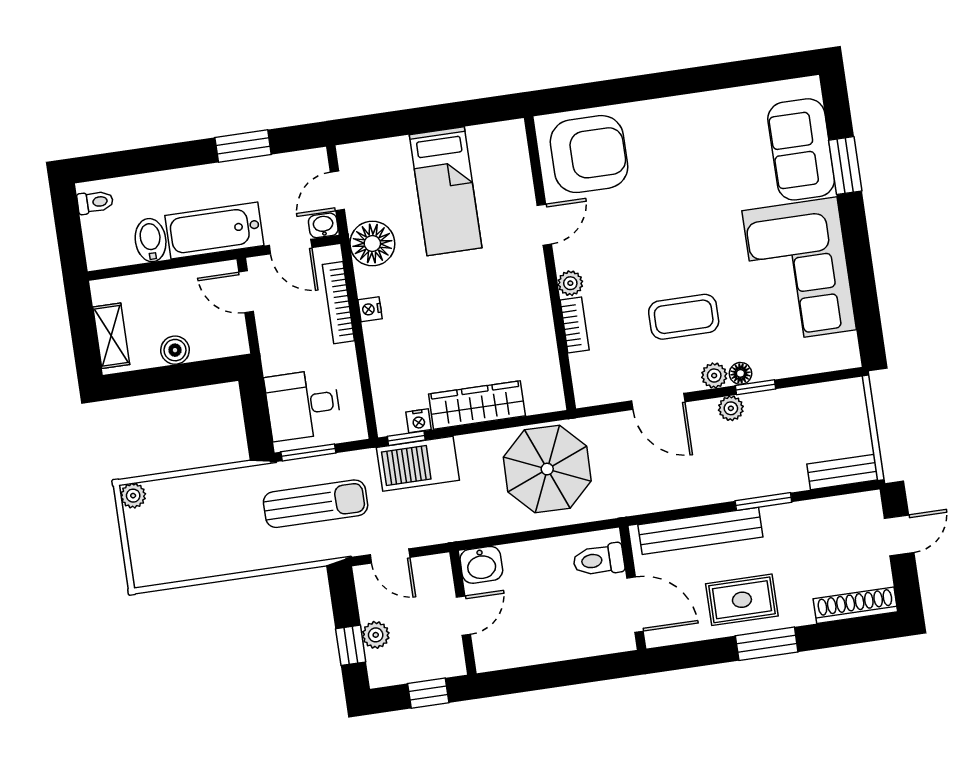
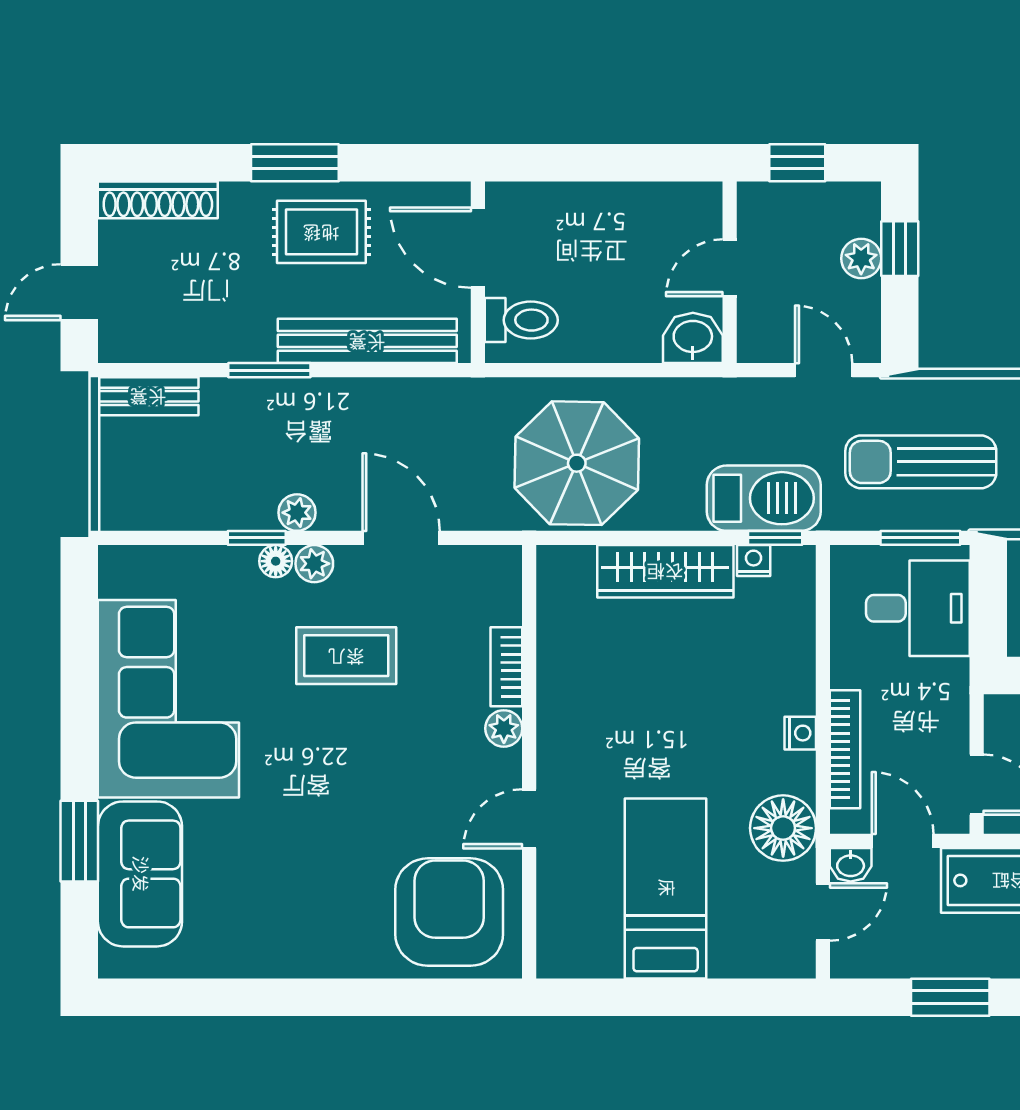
armchair: (589, 154) -> (449, 912), turned 90

